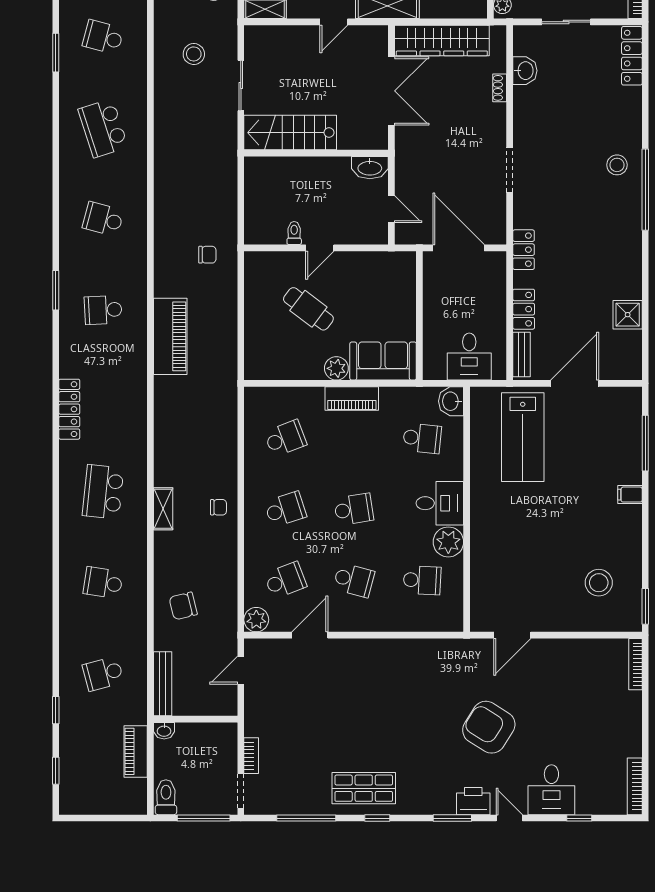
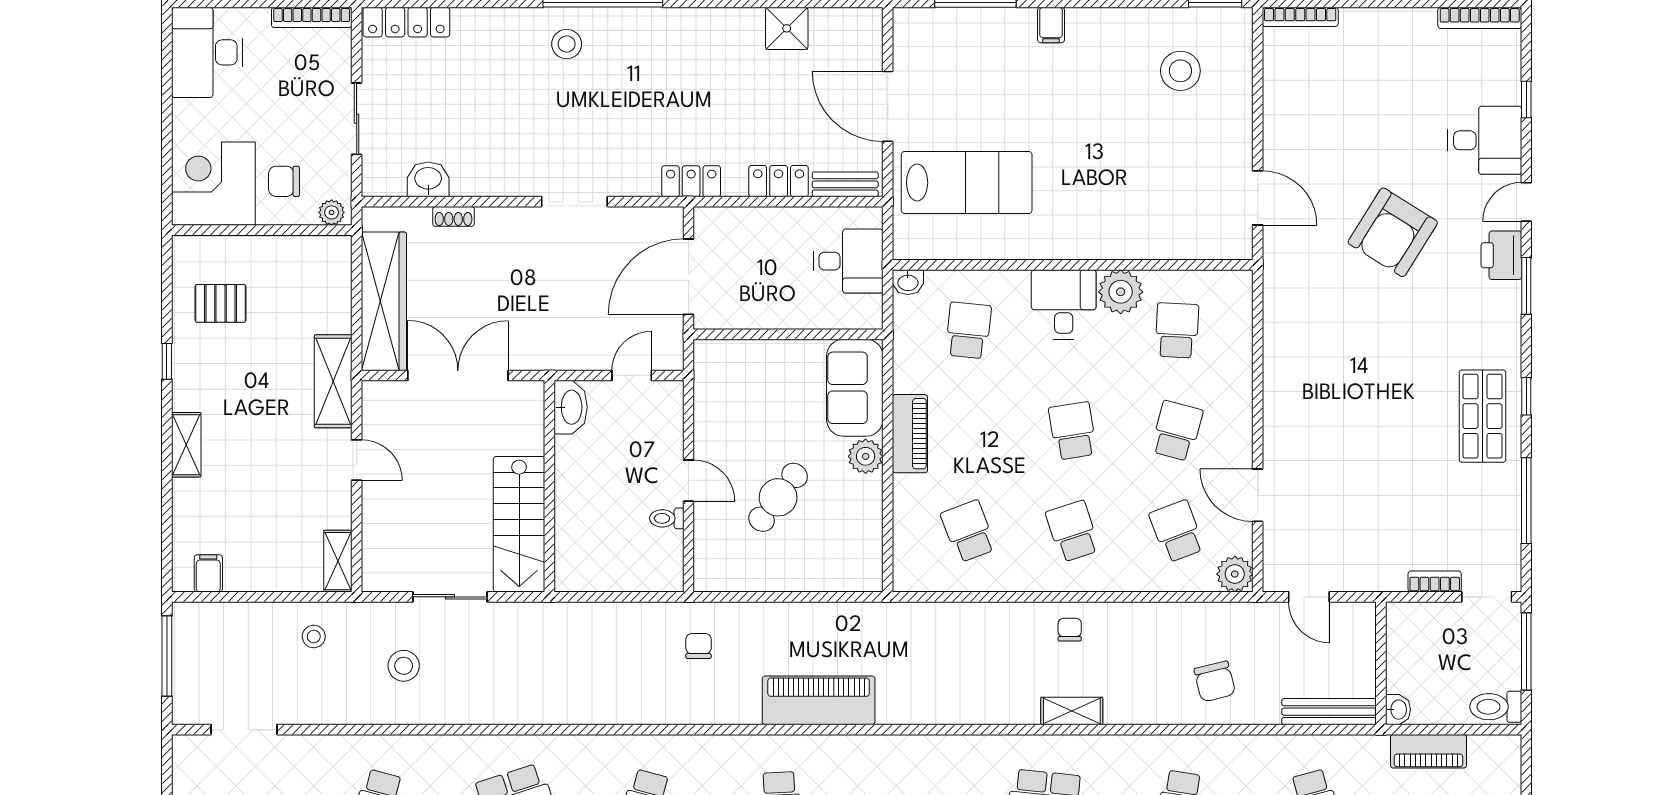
washbasin: (451, 401) -> (908, 282), width x0.72, depth x0.69

